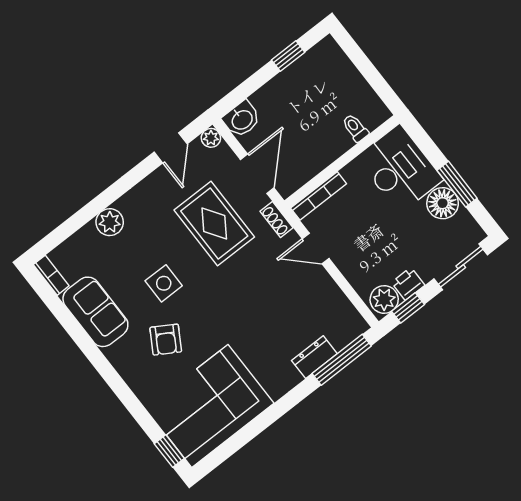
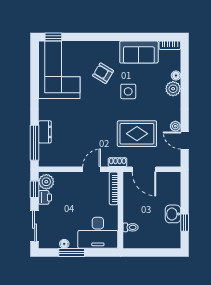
washbasin: (242, 119) -> (173, 214), moved
plant: (211, 138) -> (175, 126), moved
floor lamp: (443, 203) -> (64, 244), width x0.53, depth x0.53
floor lamp: (88, 233) -> (176, 76), added

